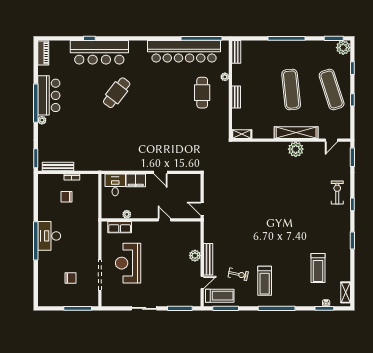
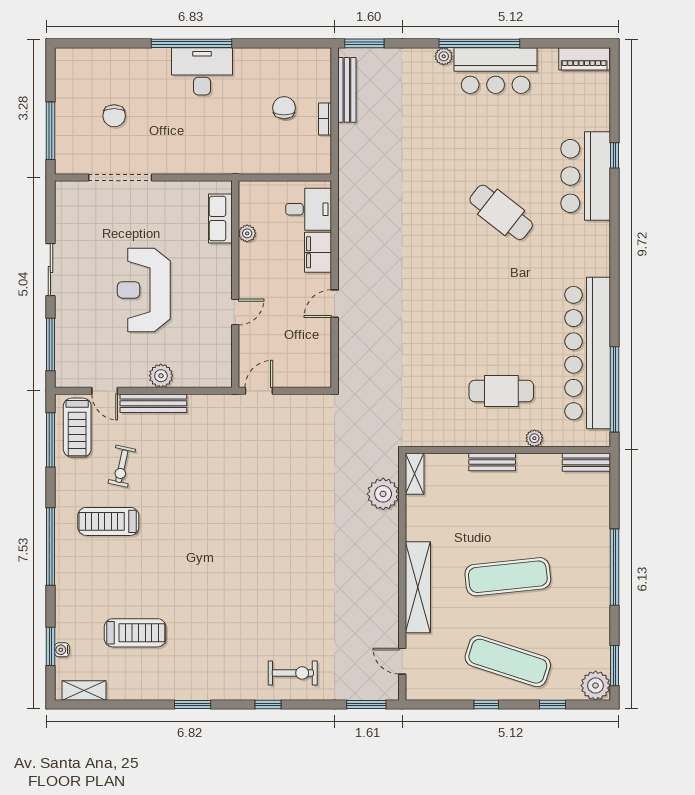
bar counter: (99, 52) -> (586, 176), width x0.73
exercise mat: (332, 90) -> (508, 661), turned 36
plant: (296, 149) -> (383, 494), moved
reception desk: (128, 263) -> (144, 290), moved, turned -90
treadmill: (318, 268) -> (135, 633), turned 180

